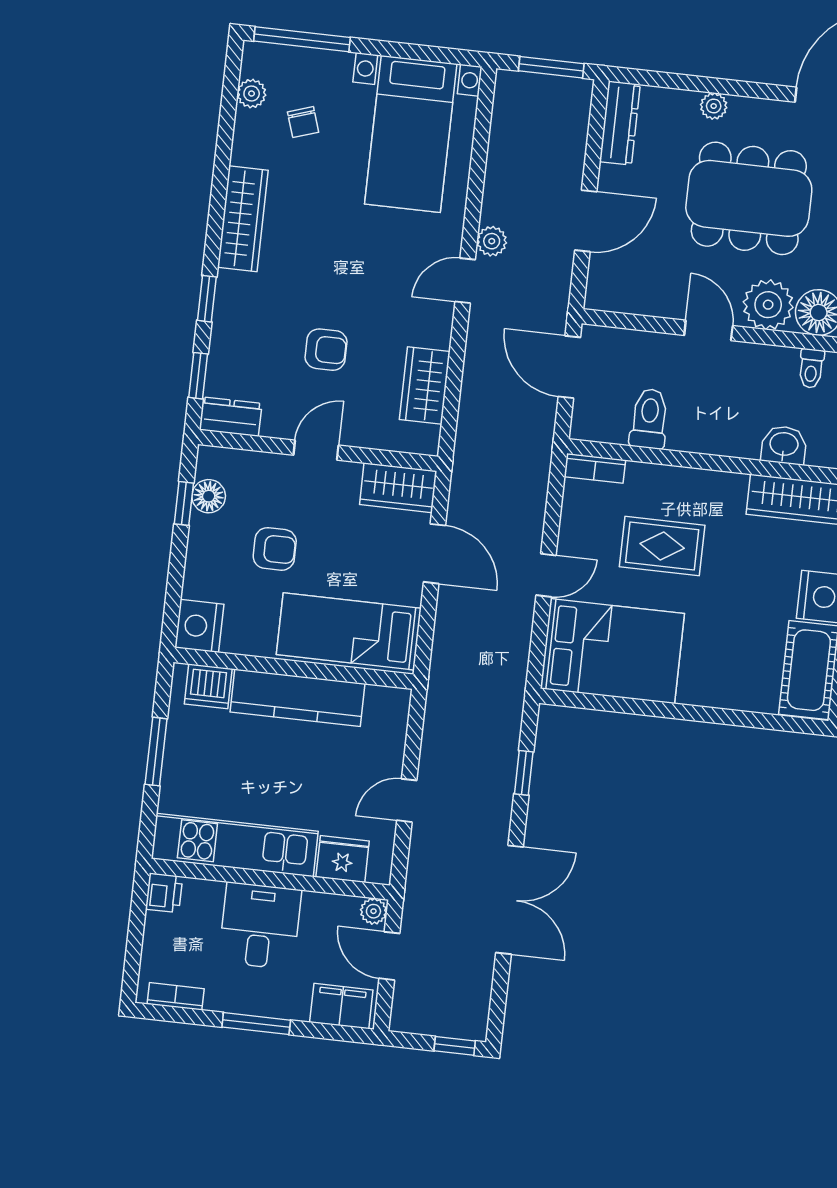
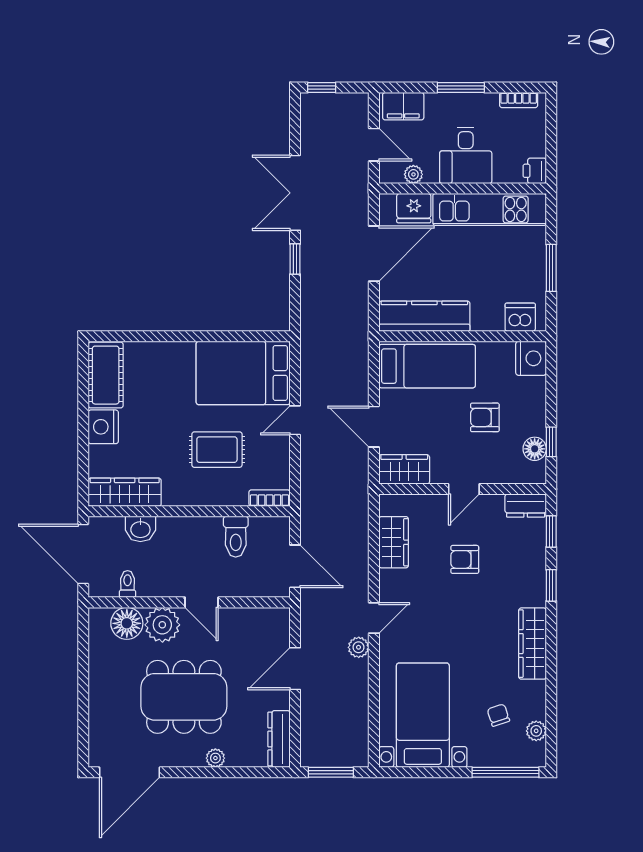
kitchen counter: (297, 698) -> (424, 316), moved
window: (524, 773) -> (295, 259), moved
door: (407, 800) -> (374, 254), width x1.87
plant: (373, 911) -> (413, 174), moved

